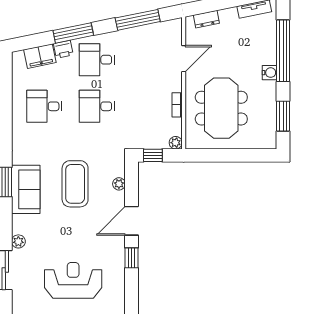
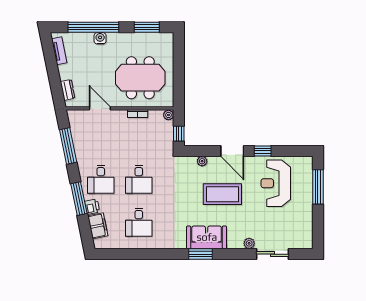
water cooler: (269, 73) -> (100, 38), moved
coffee table: (75, 184) -> (222, 194), moved
reception desk: (73, 280) -> (276, 183), moved

